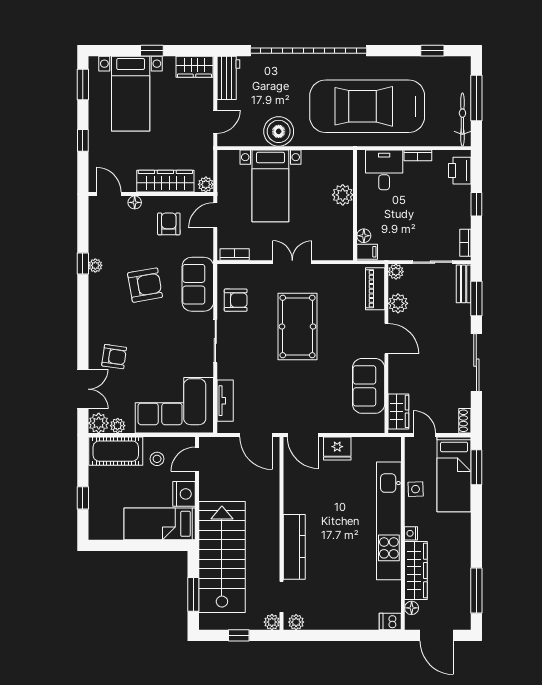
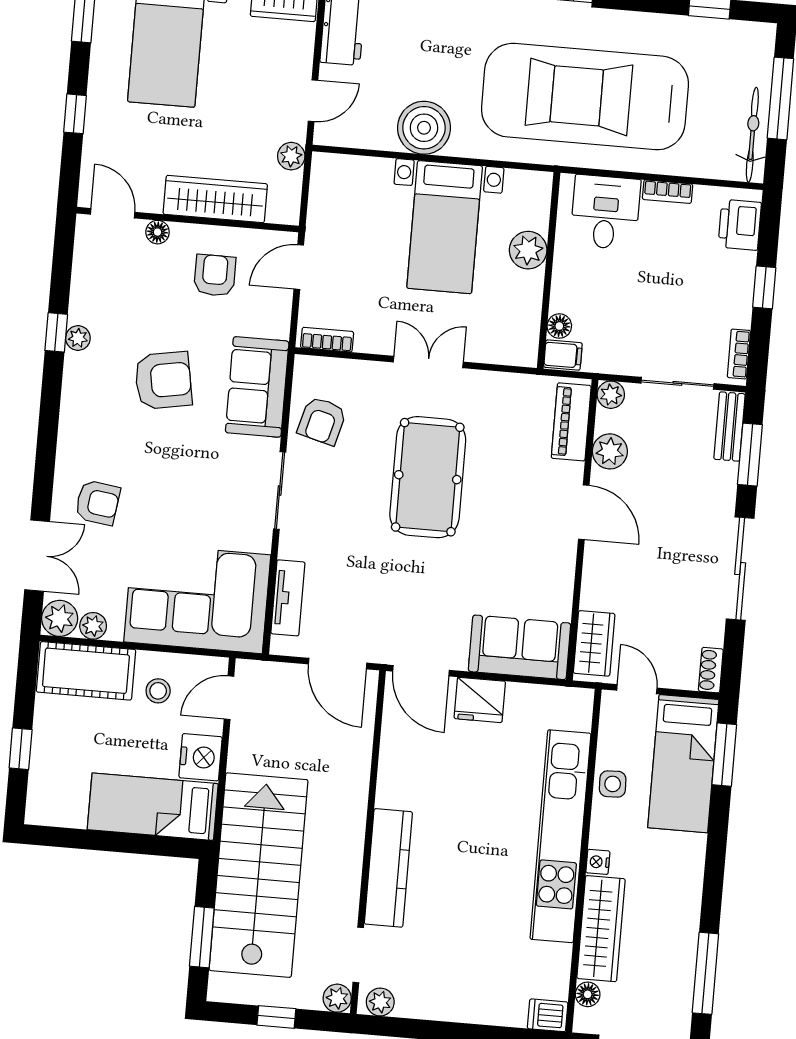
plant: (206, 184) -> (291, 156), moved
bed with nightstands: (270, 186) -> (445, 227), moved
armchair: (236, 300) -> (322, 421), turned 105
sofa: (369, 386) -> (520, 647), moved, turned 90

